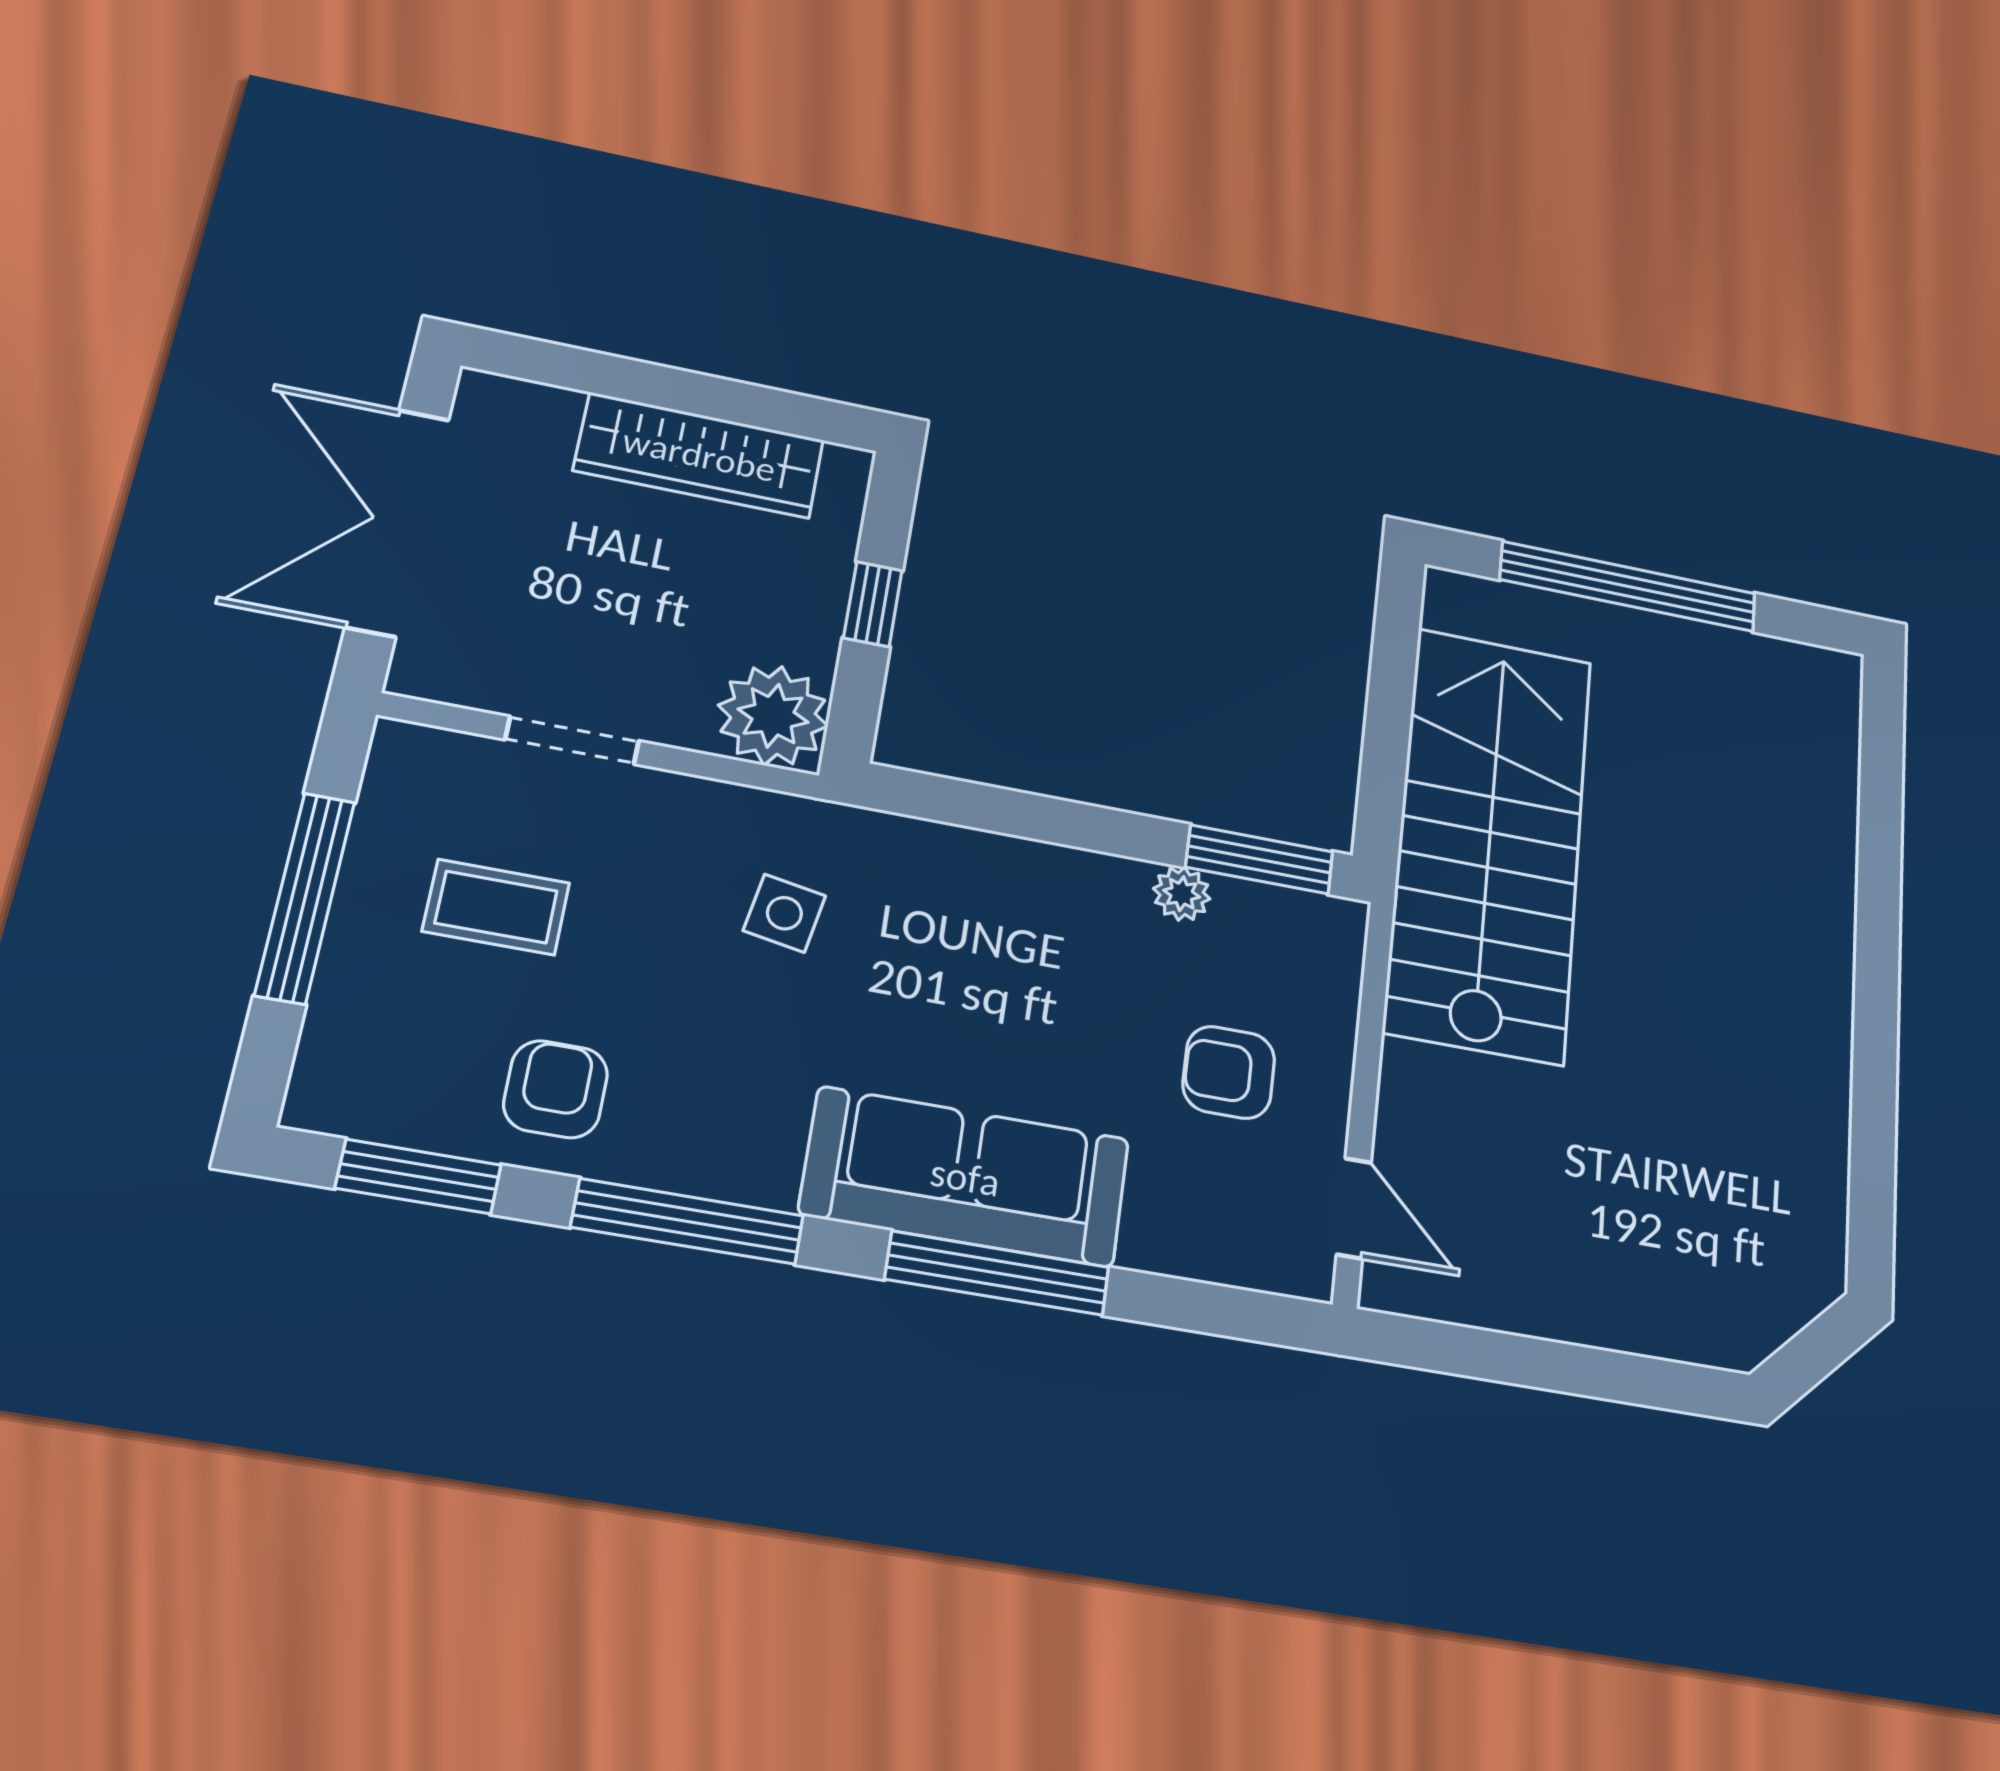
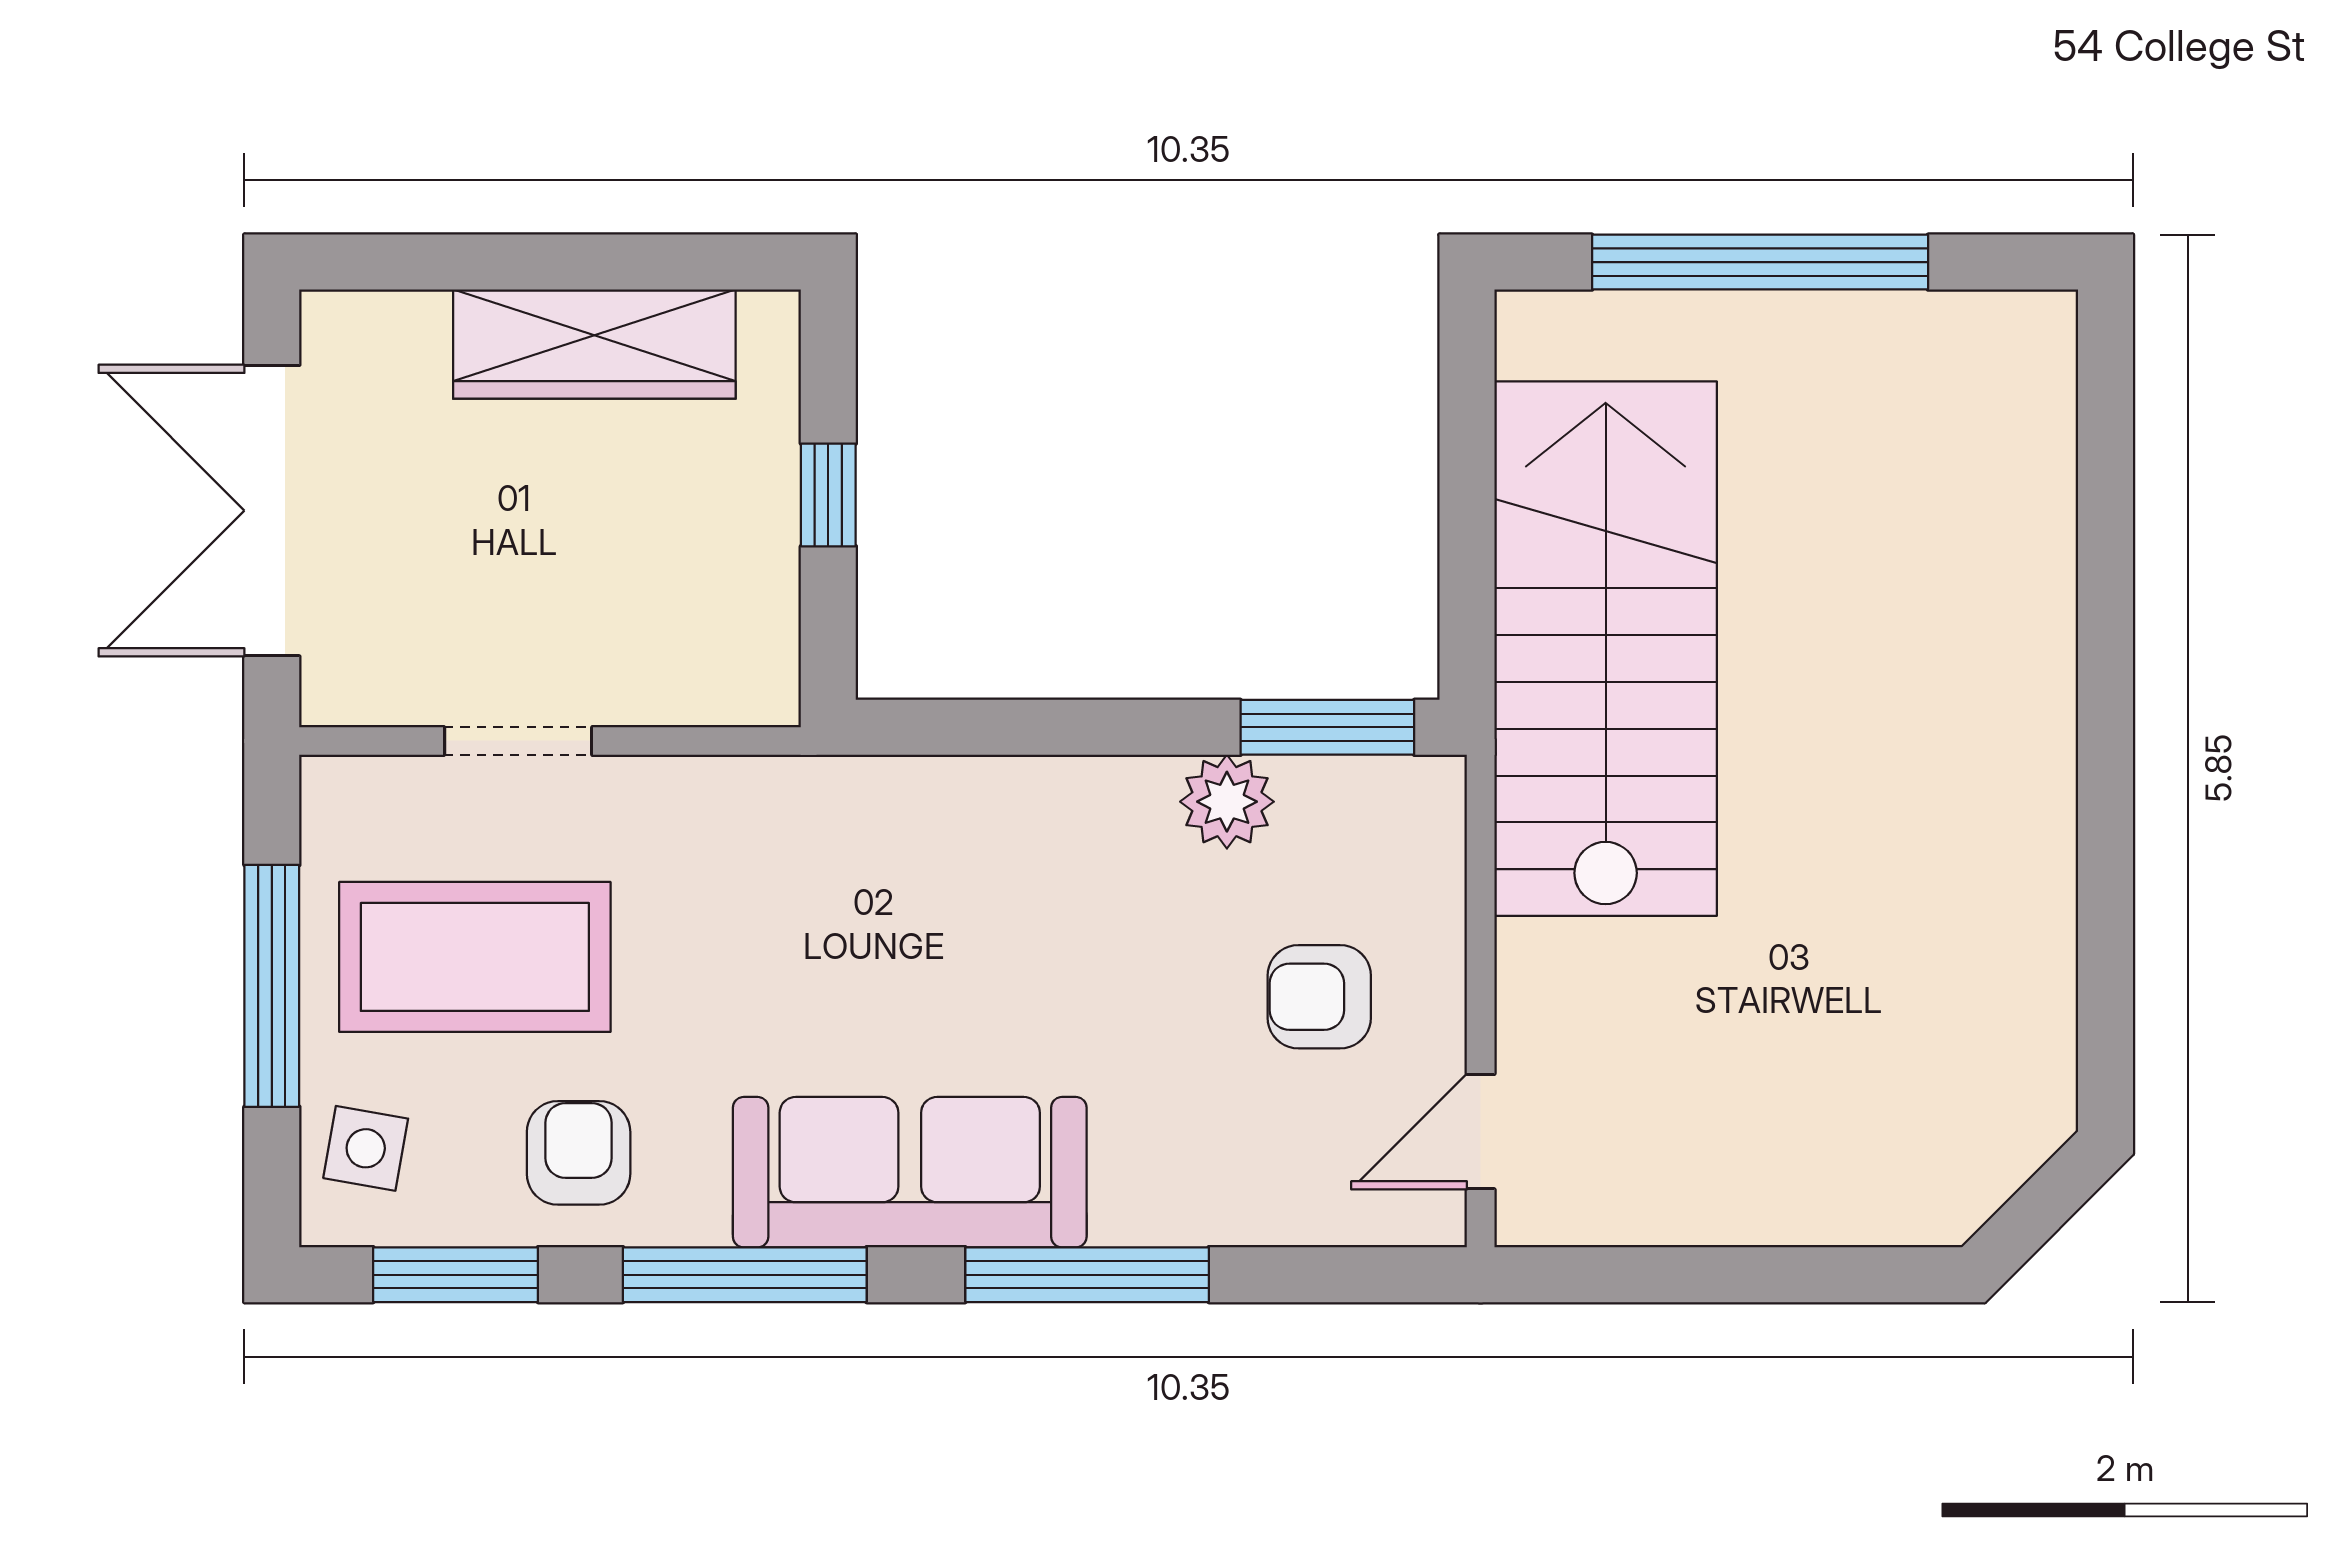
plant: (773, 716) -> (737, 663), removed
plant: (1182, 894) -> (1227, 802), width x1.38, depth x1.38
coffee table: (496, 907) -> (475, 957), width x1.86, depth x1.72
side table: (784, 913) -> (366, 1148), moved
sofa: (965, 1177) -> (910, 1172), moved
door: (1354, 1208) -> (1481, 1132), swing flipped

